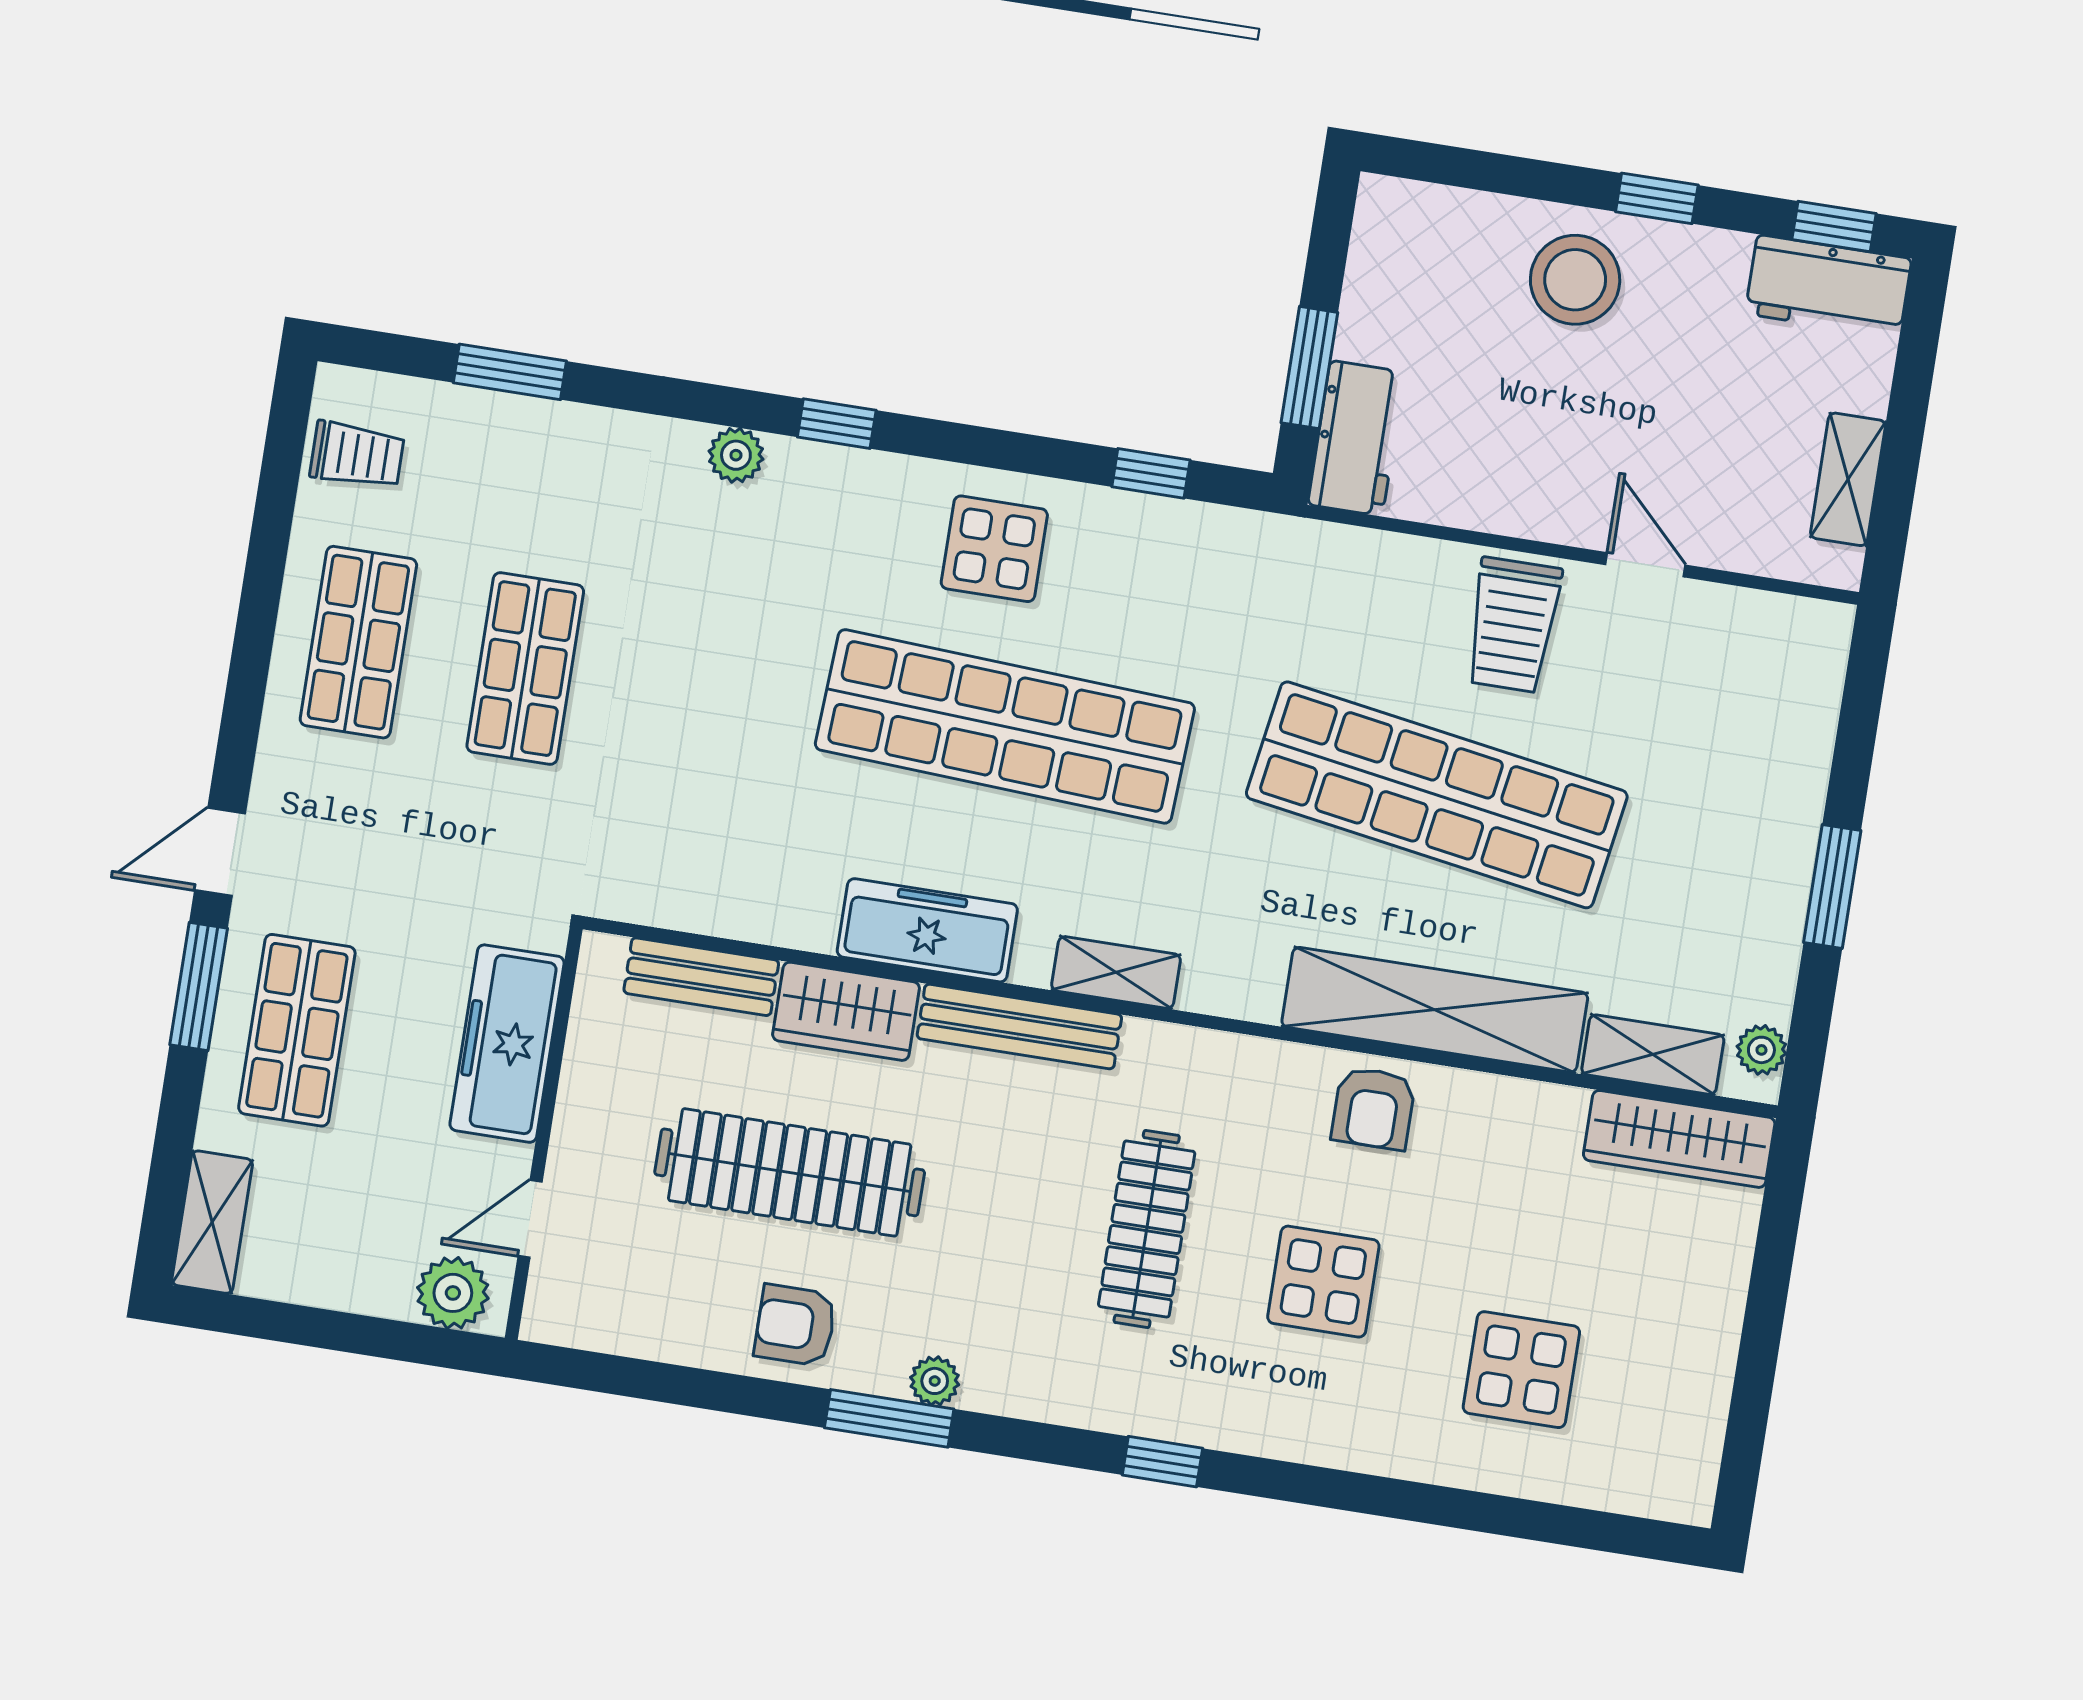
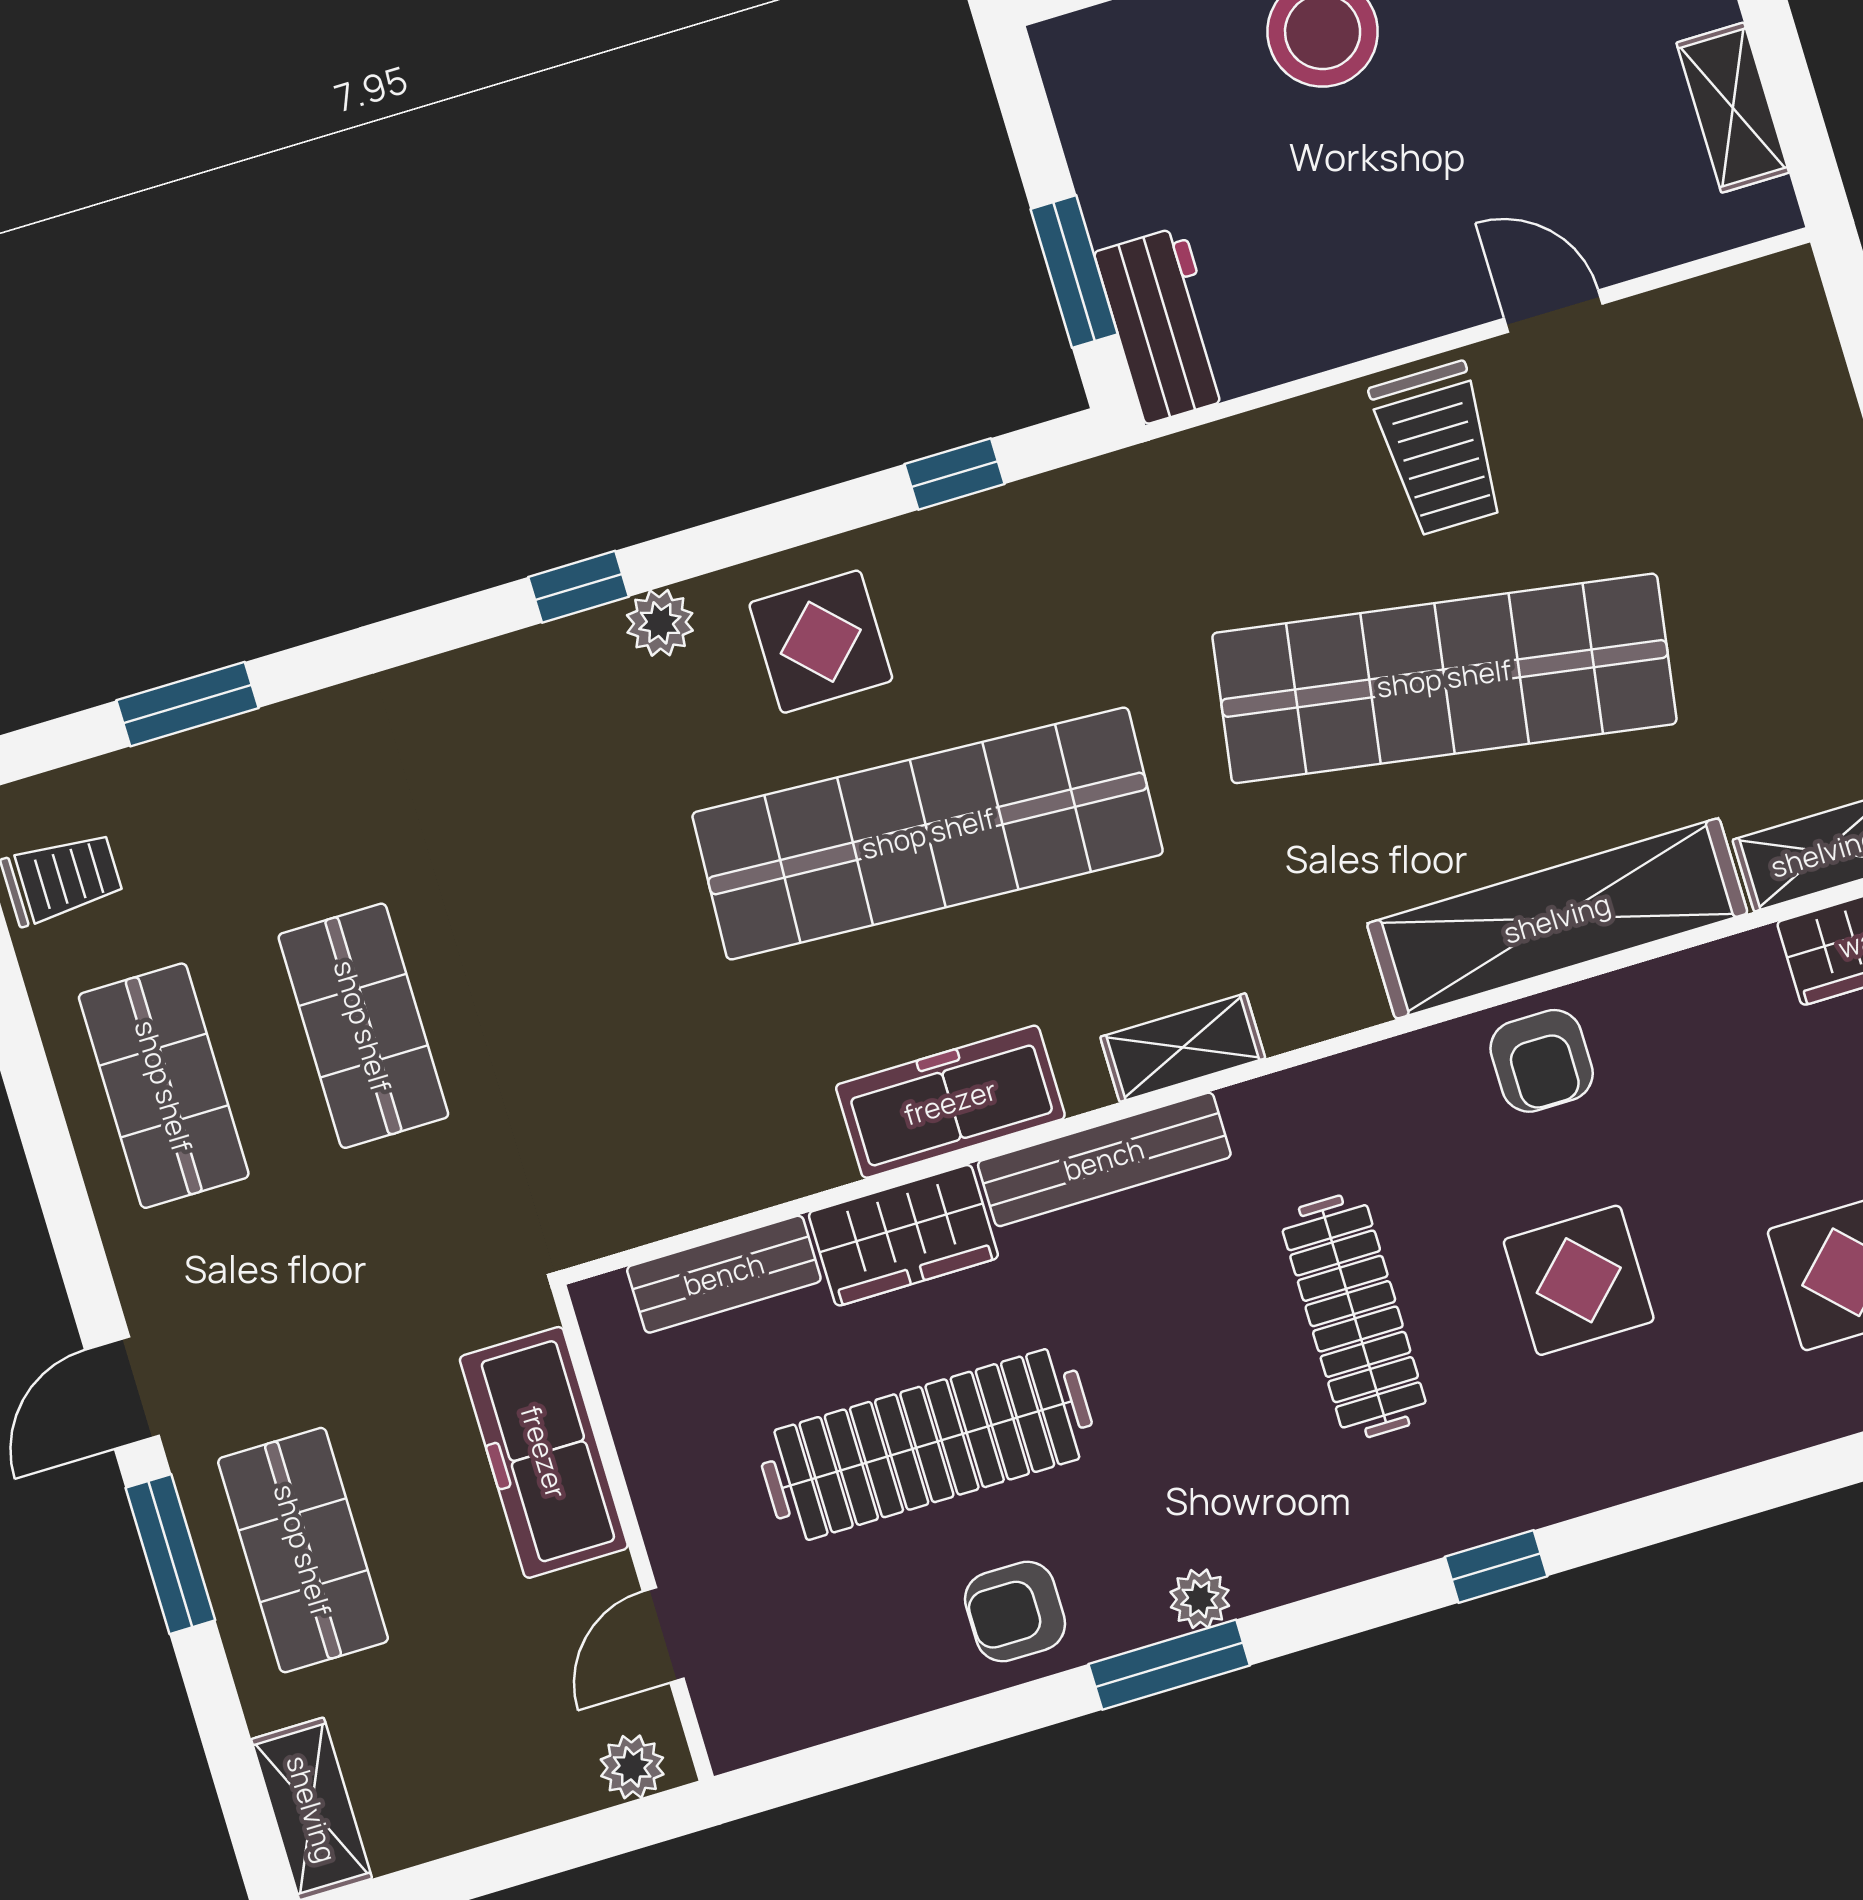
plant: (736, 455) -> (660, 623), moved
plant: (453, 1293) -> (632, 1767), width x0.73, depth x0.73

